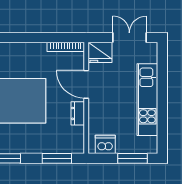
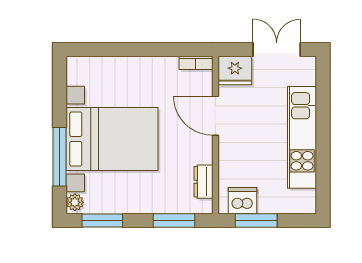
bookcase: (66, 47) -> (196, 63), width x0.64
dresser: (78, 113) -> (203, 182), moved
window: (132, 158) -> (256, 220), moved

